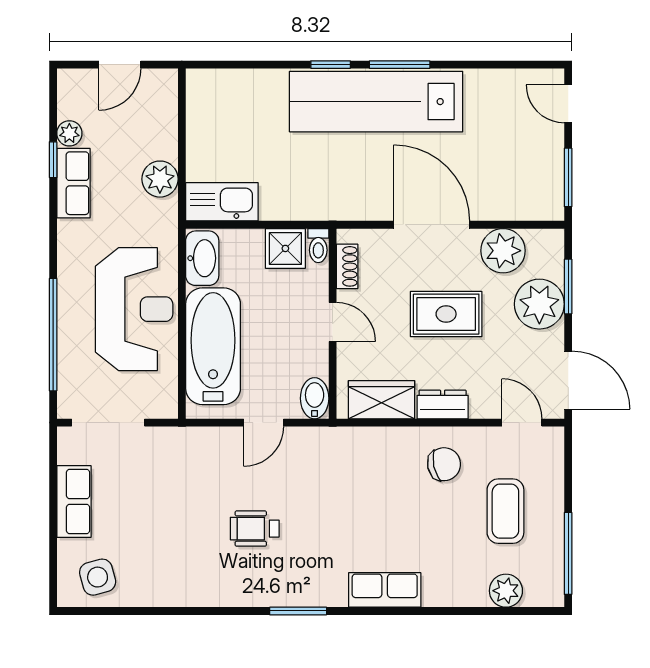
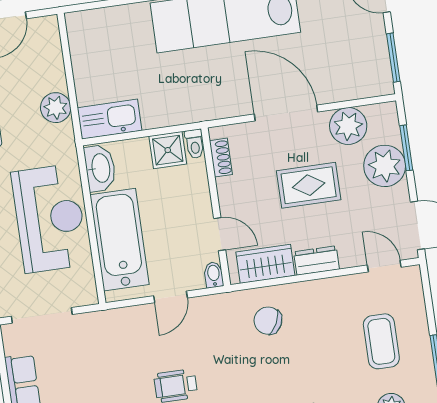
door: (333, 322) -> (220, 234), moved
bidet: (315, 398) -> (214, 275), width x0.72, depth x0.74
chair: (444, 464) -> (268, 321), moved, turned -141

